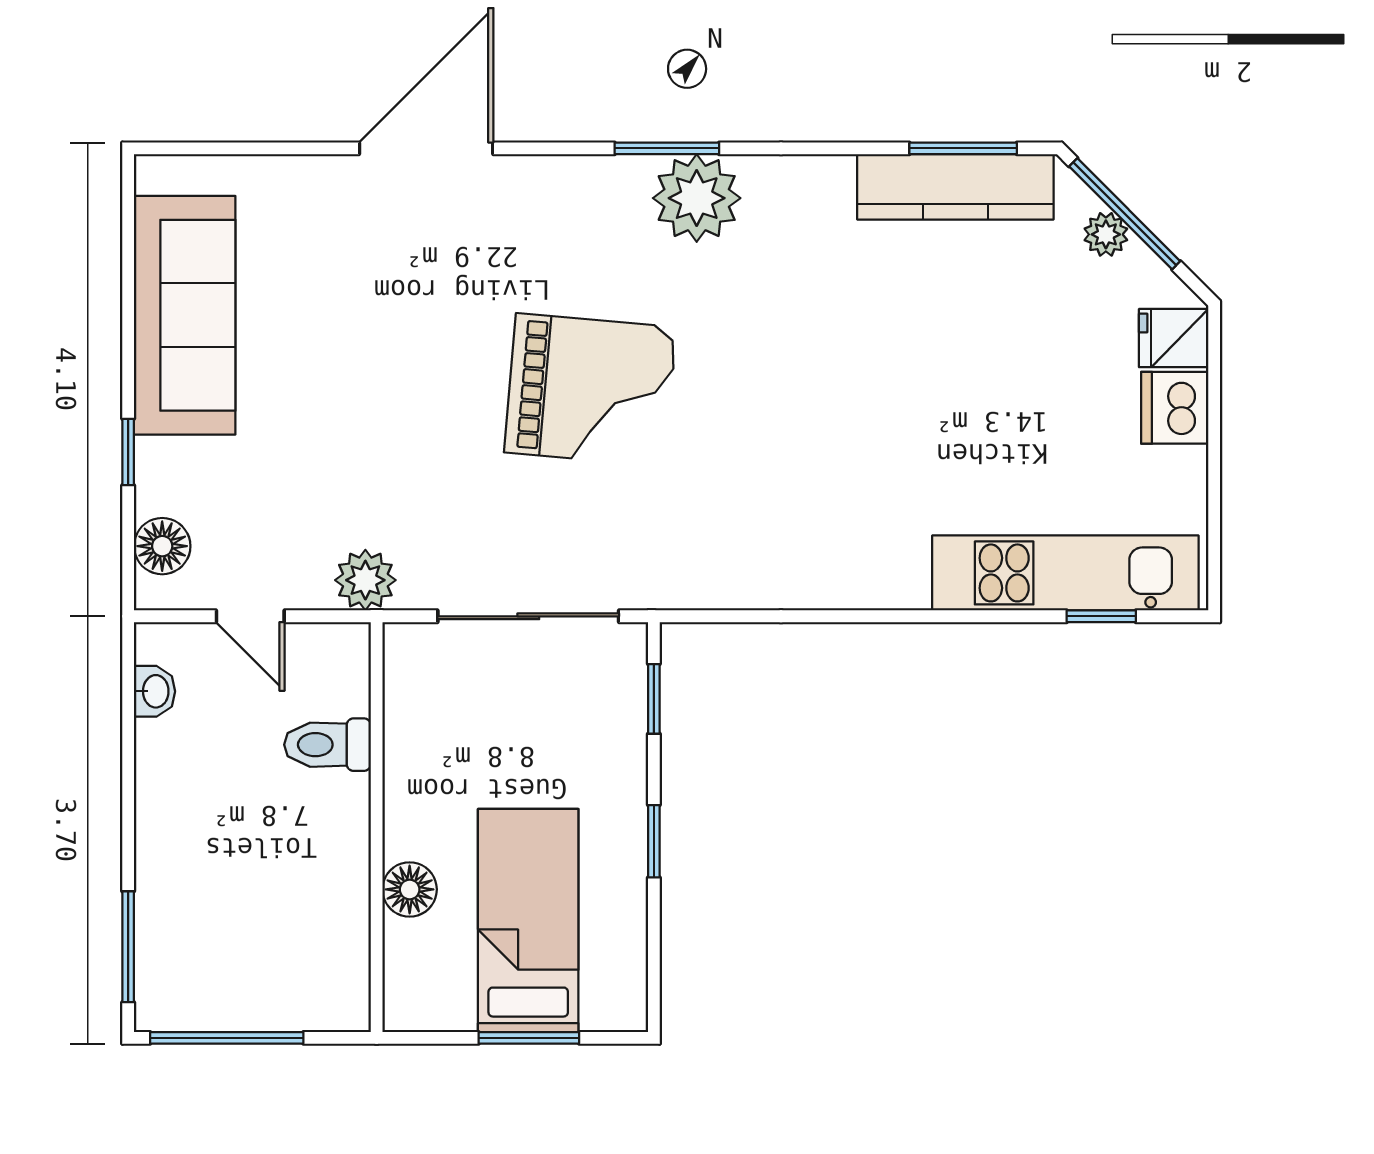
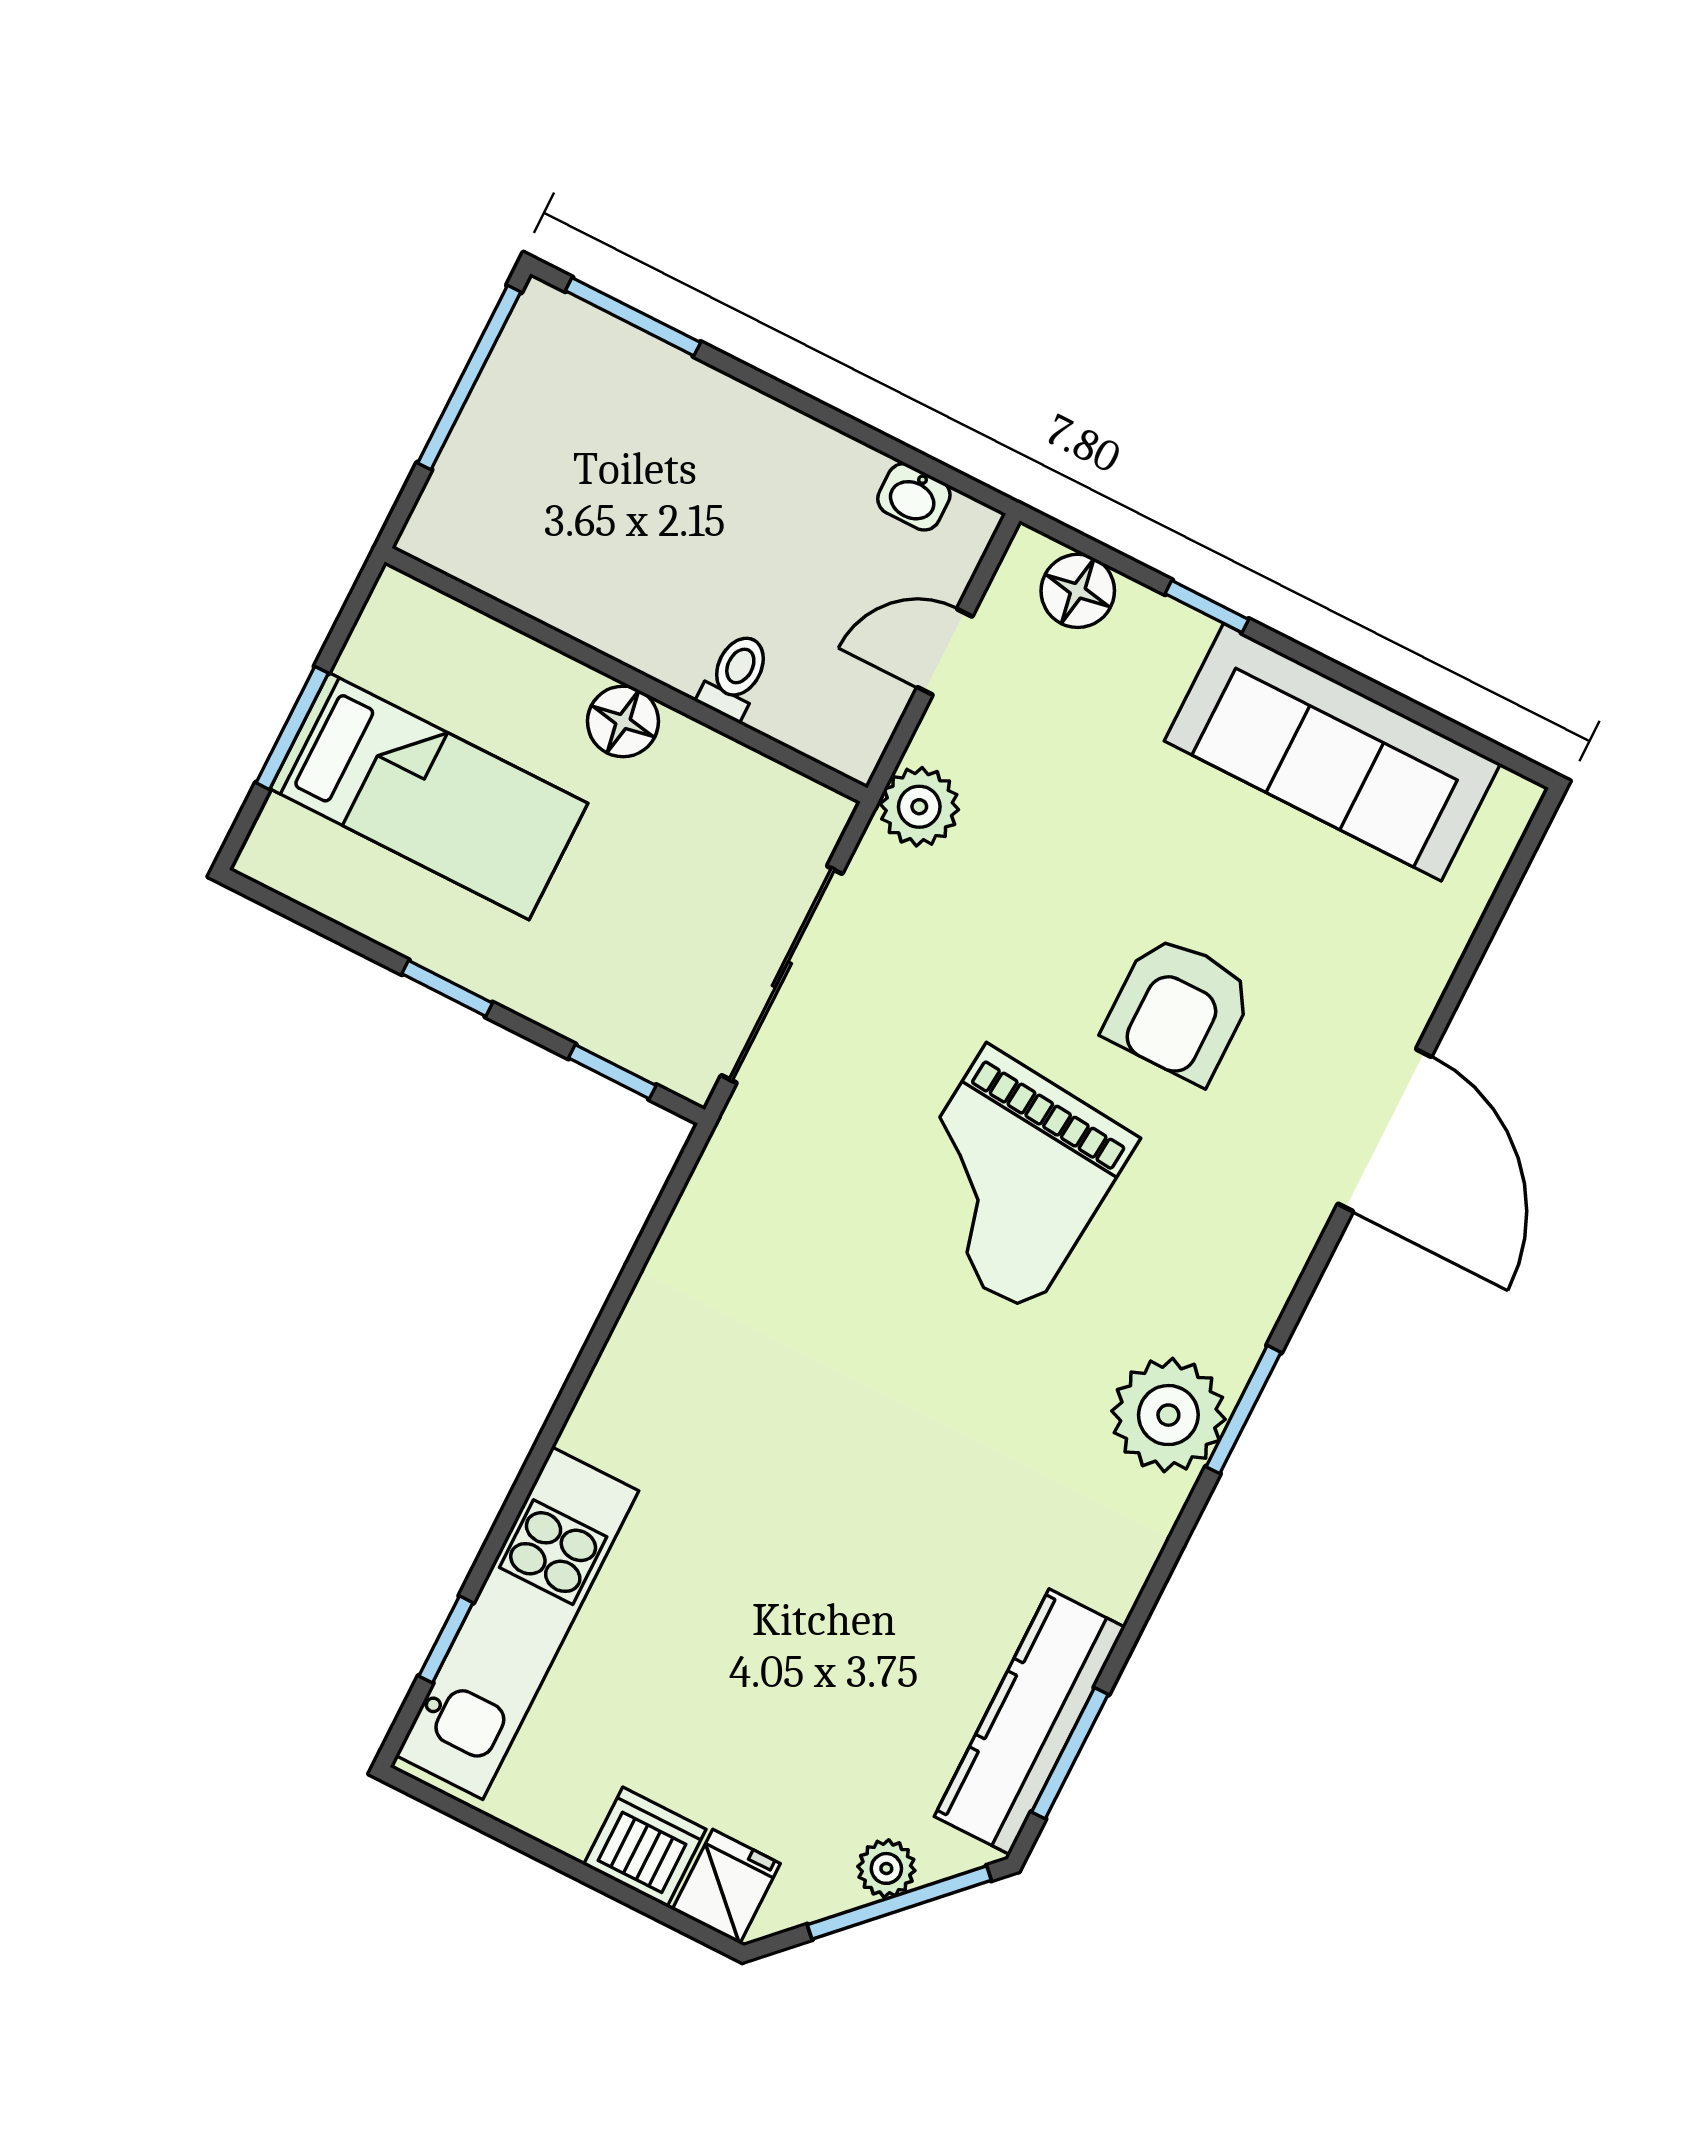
armchair: (414, 332) -> (1179, 1009), added
toilet: (327, 745) -> (735, 676), width x0.73, depth x0.72
floor lamp: (410, 889) -> (623, 721), moved

